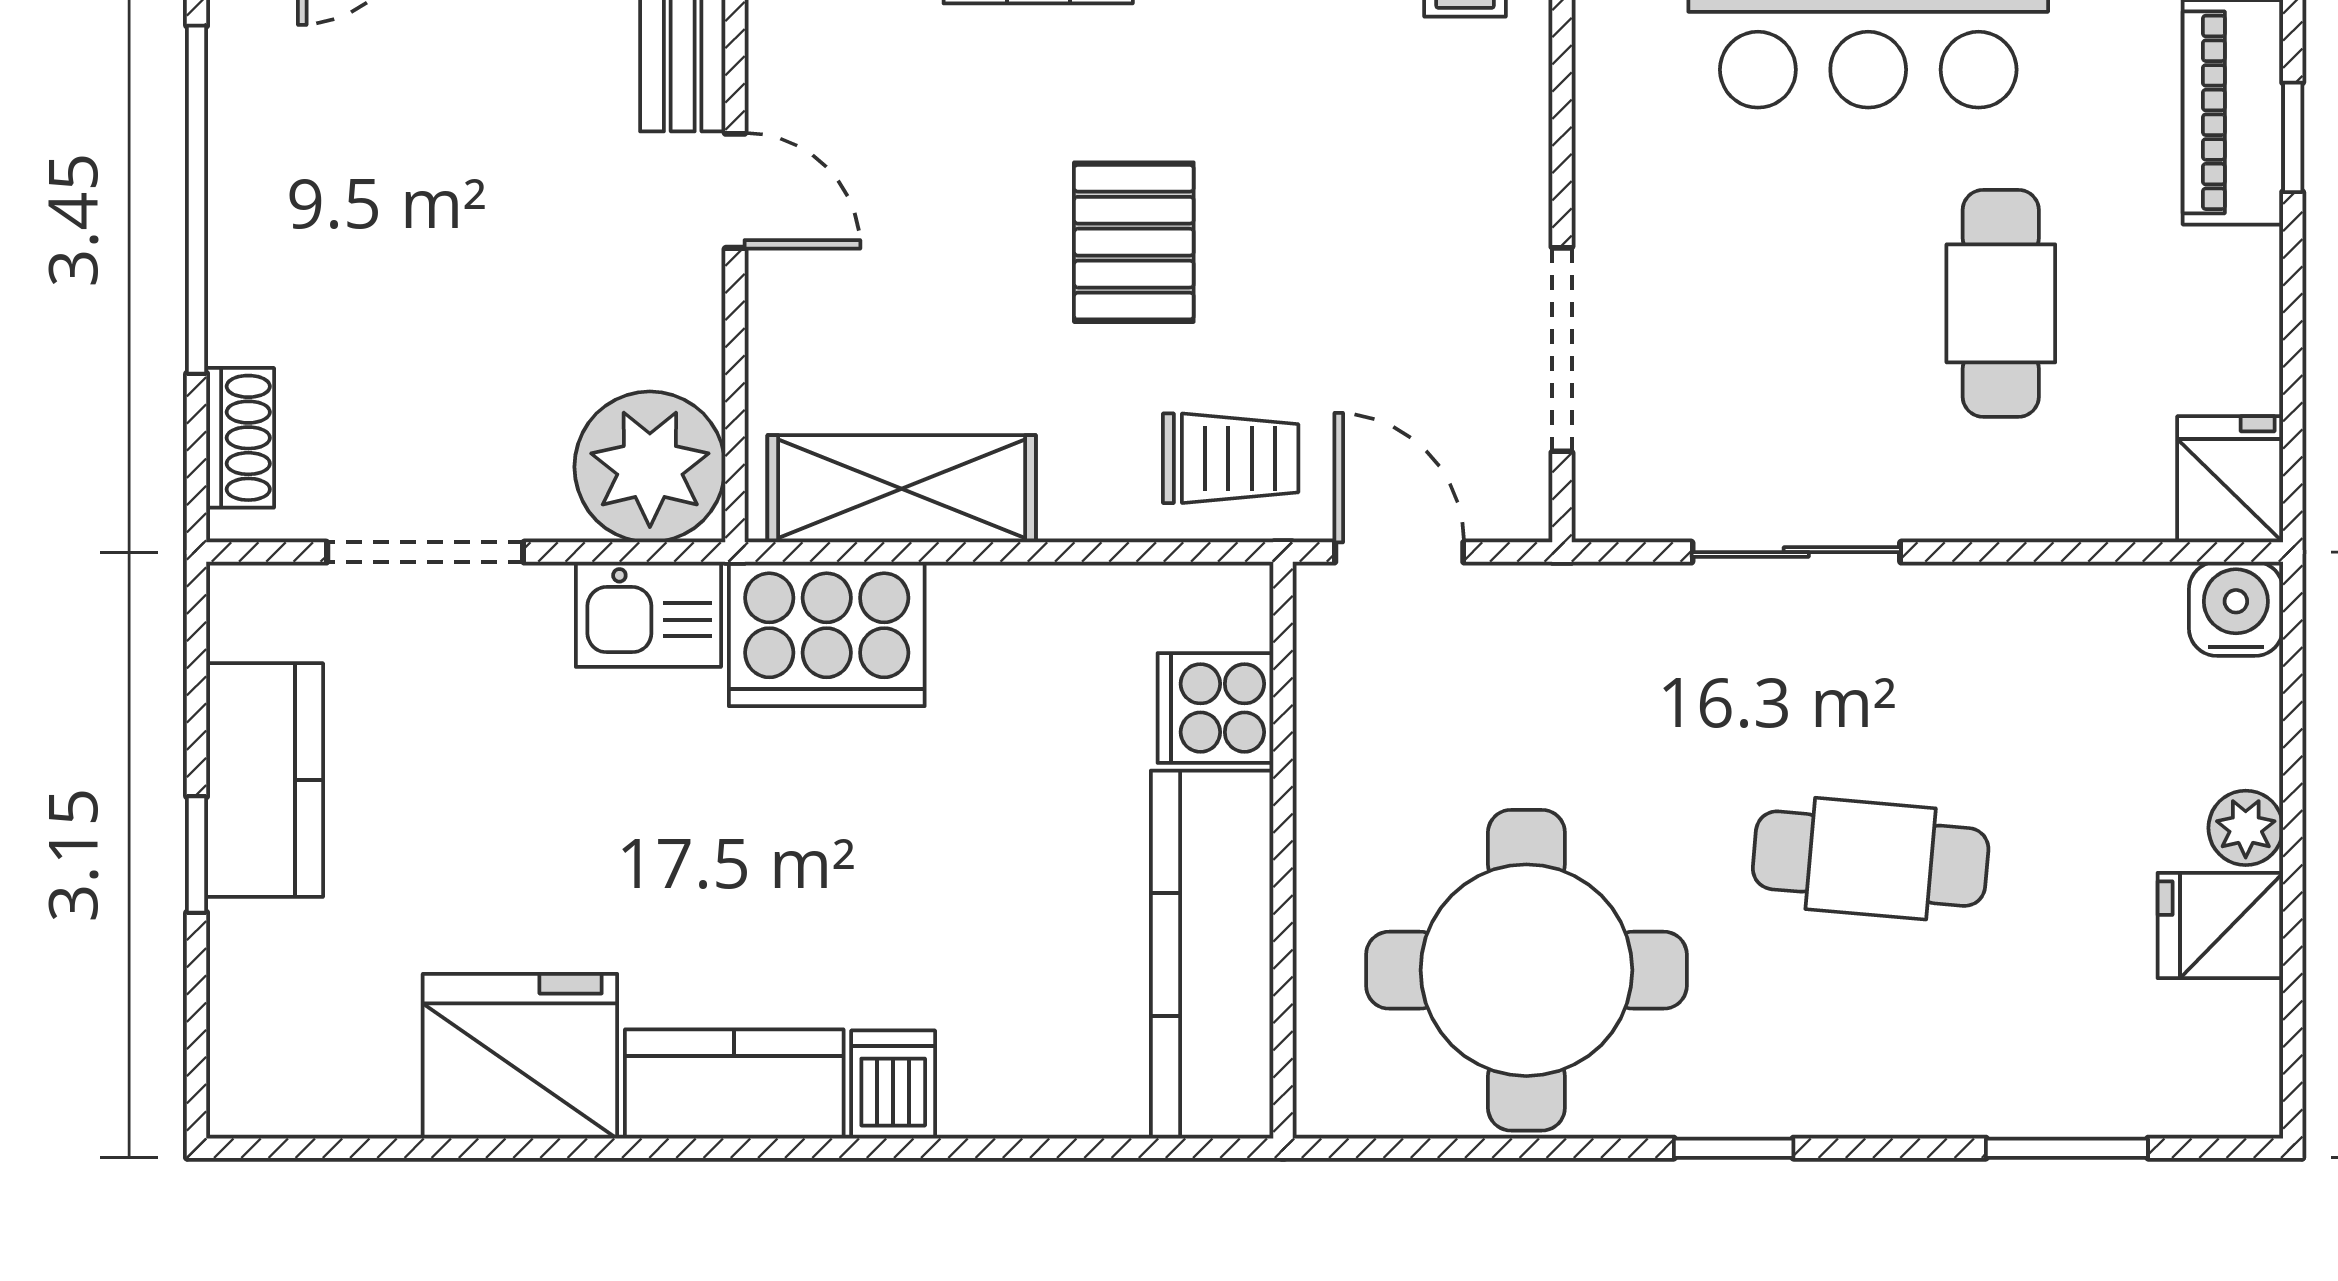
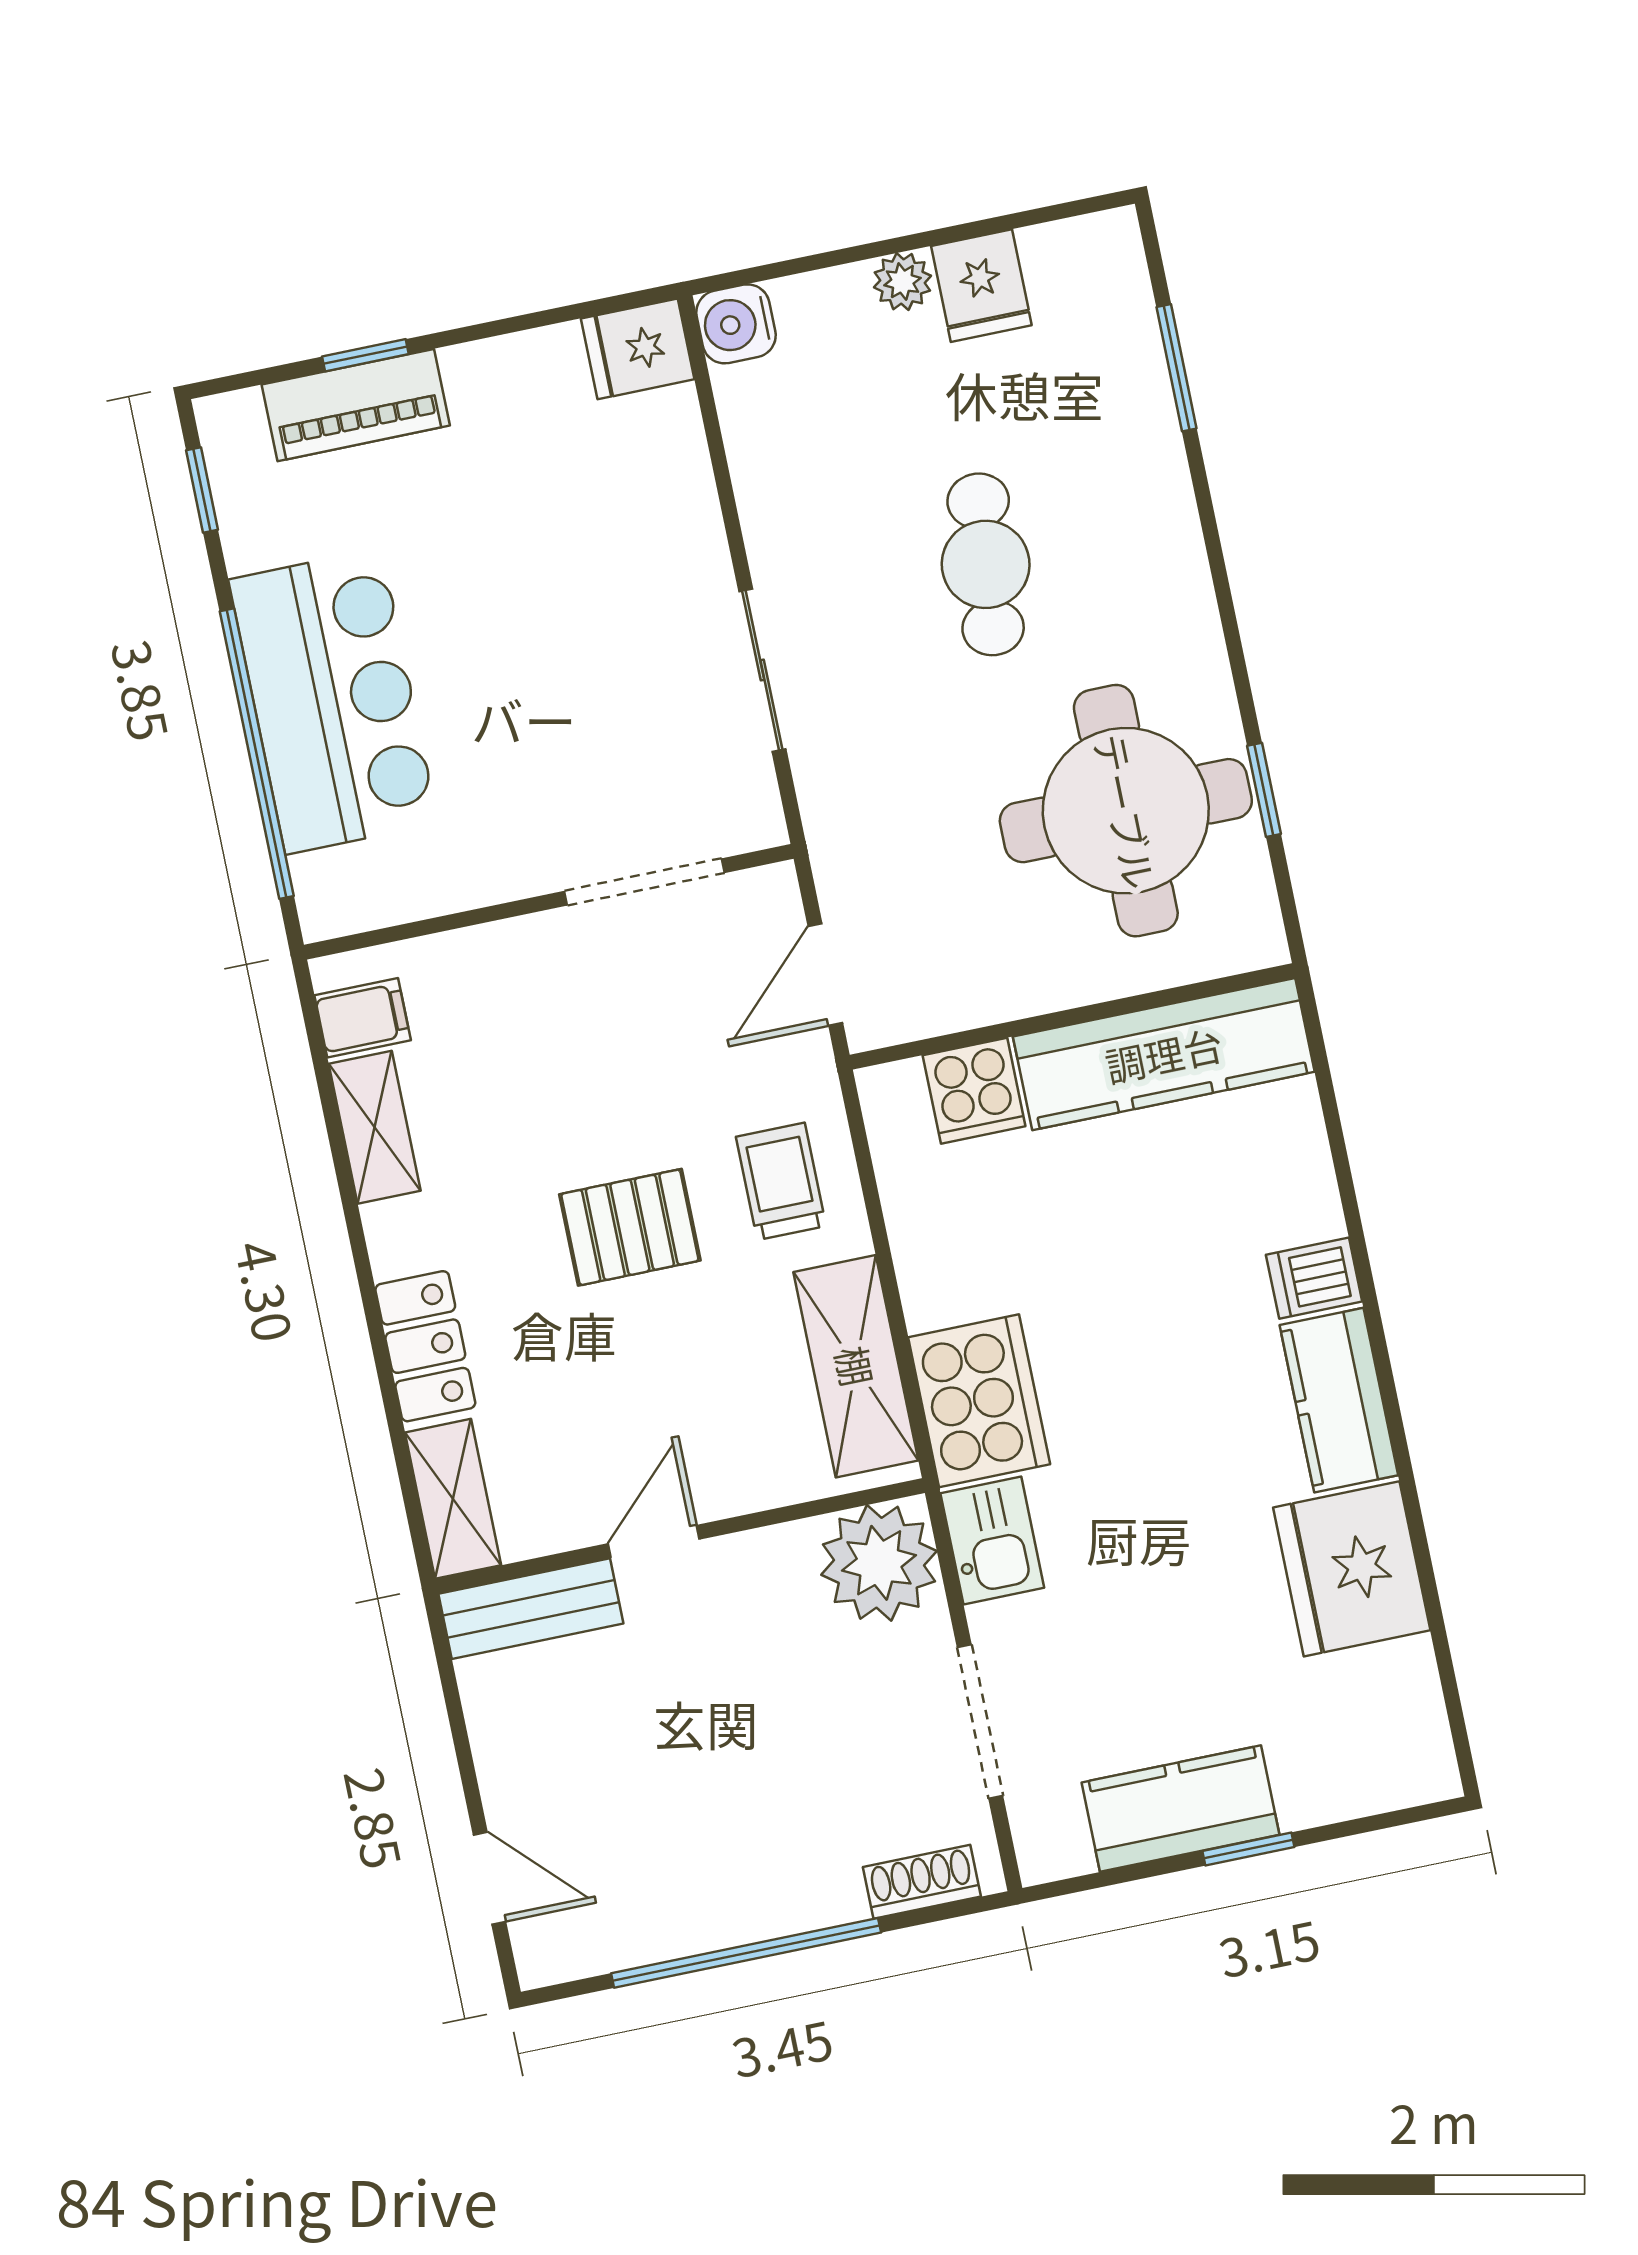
cafe table: (2001, 303) -> (539, 553), removed
trolley: (1231, 458) -> (781, 1181), moved
window: (1734, 1148) -> (1264, 790), moved

